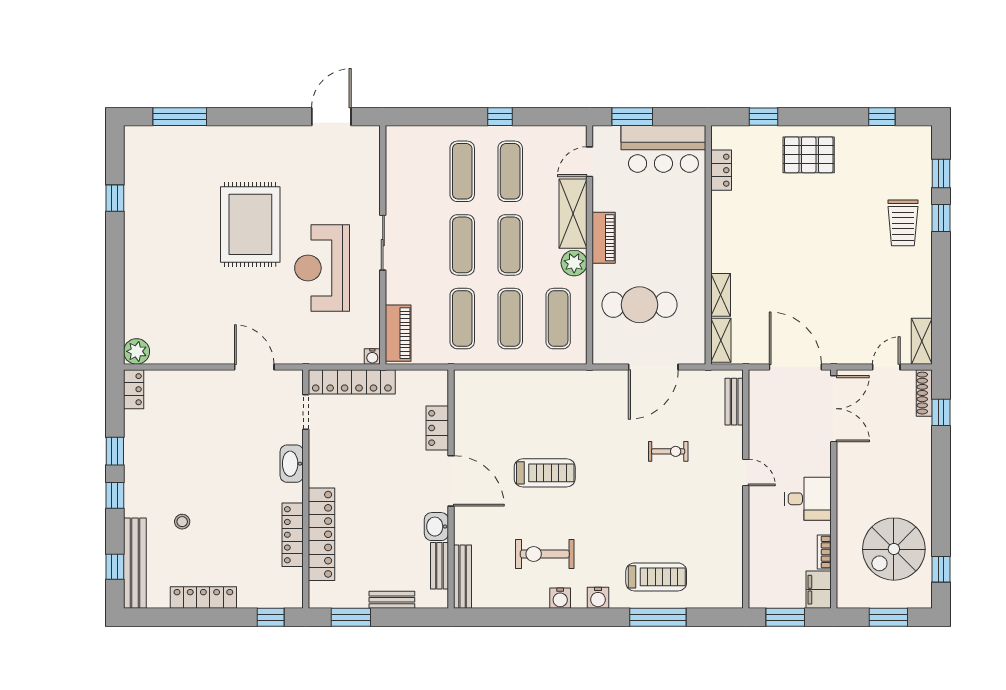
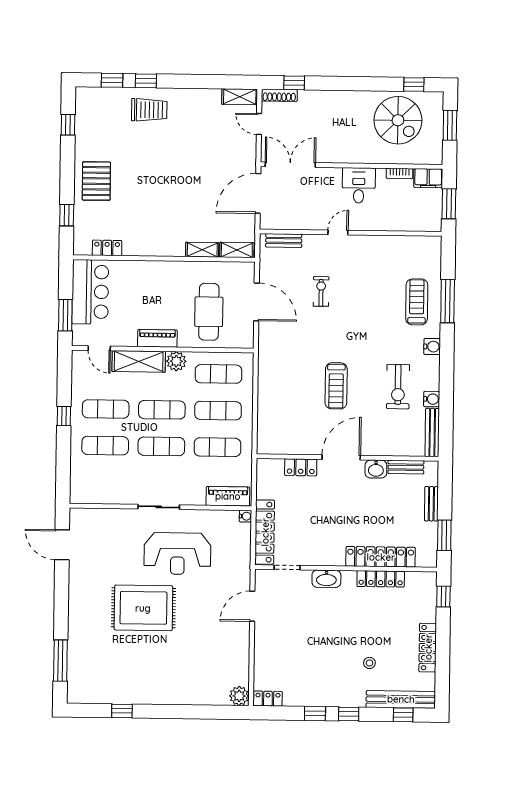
treadmill: (545, 473) -> (336, 386), turned 180
bench: (463, 577) -> (432, 432), moved, turned 90
water cooler: (560, 598) -> (432, 399), moved

